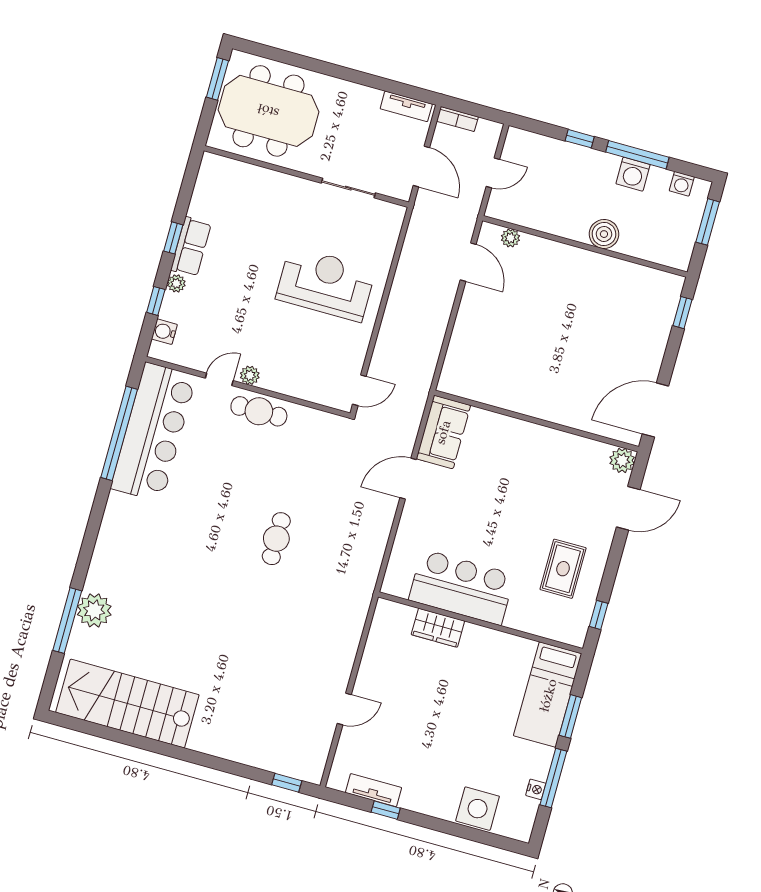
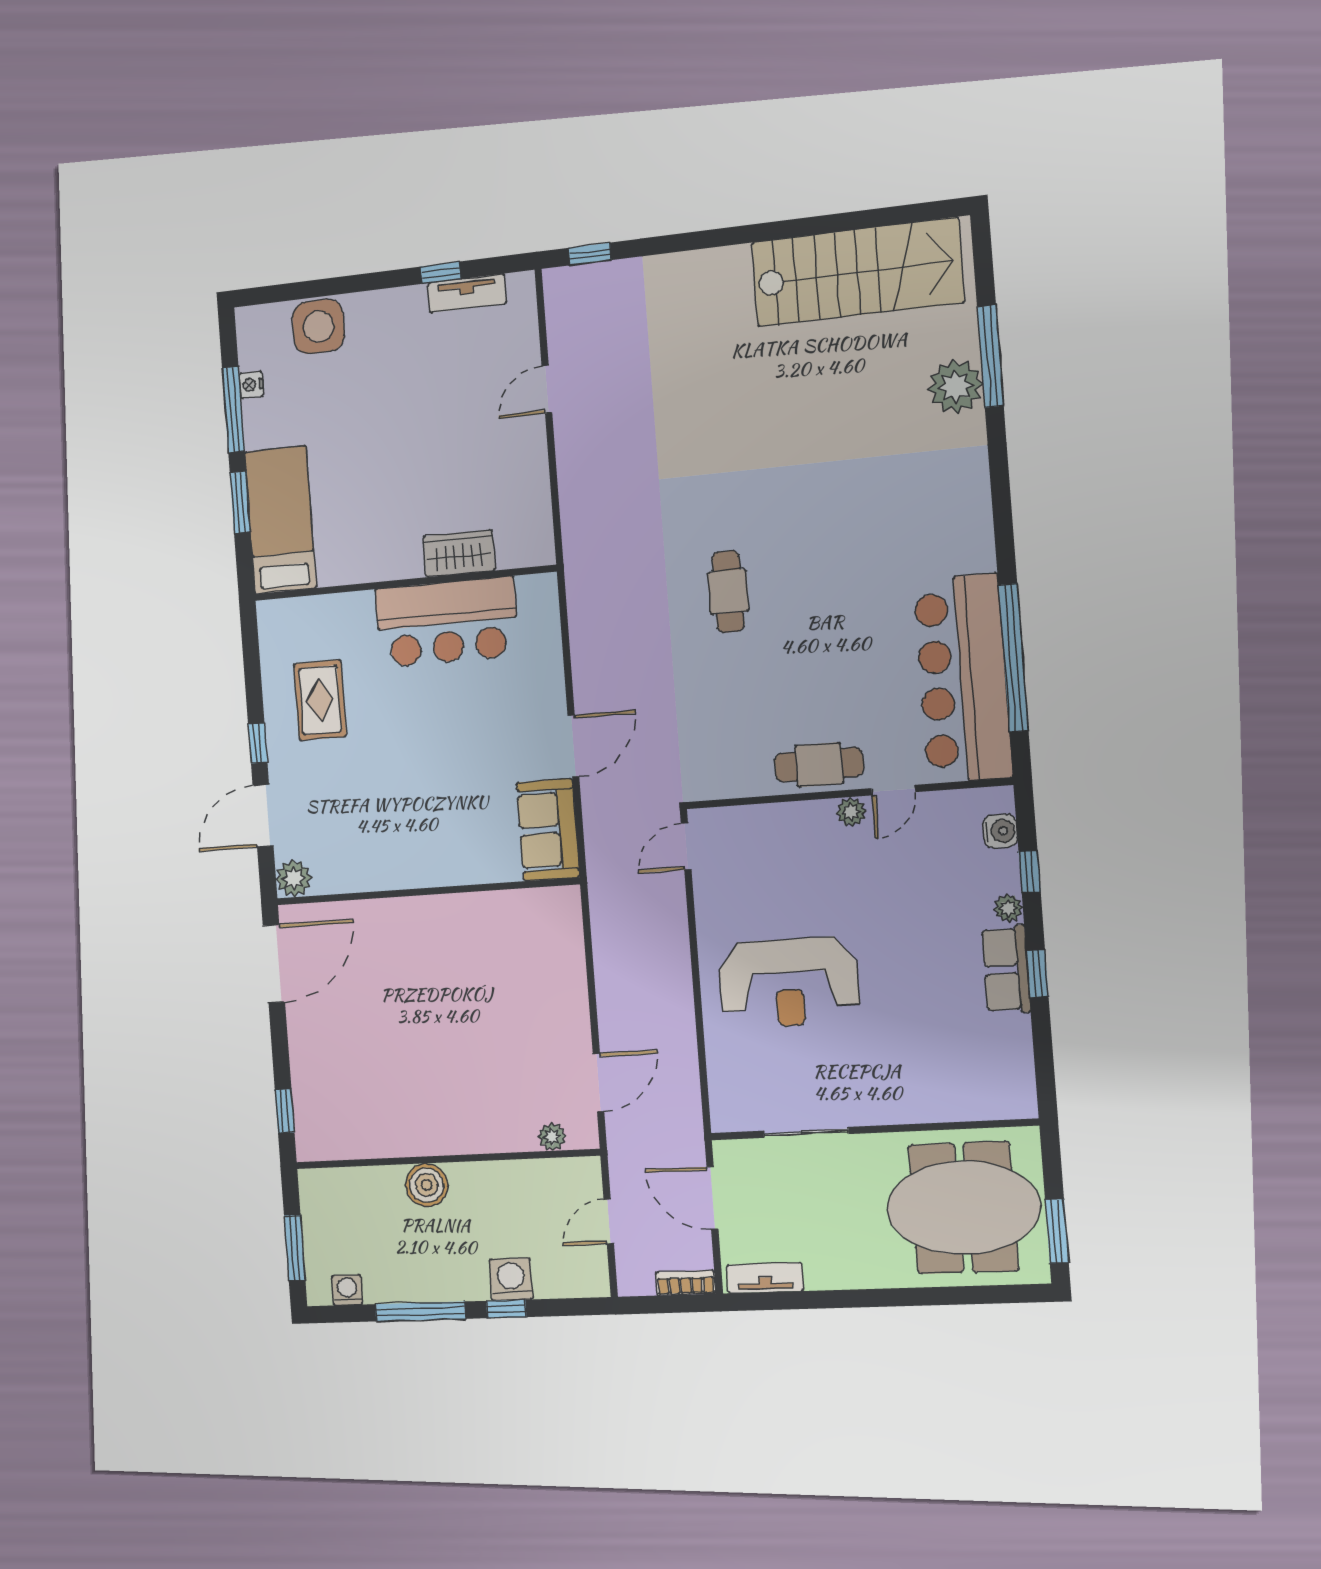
washing machine: (633, 174) -> (511, 1279), moved
door: (468, 262) -> (598, 1082), swing flipped
window: (599, 615) -> (258, 743), moved

